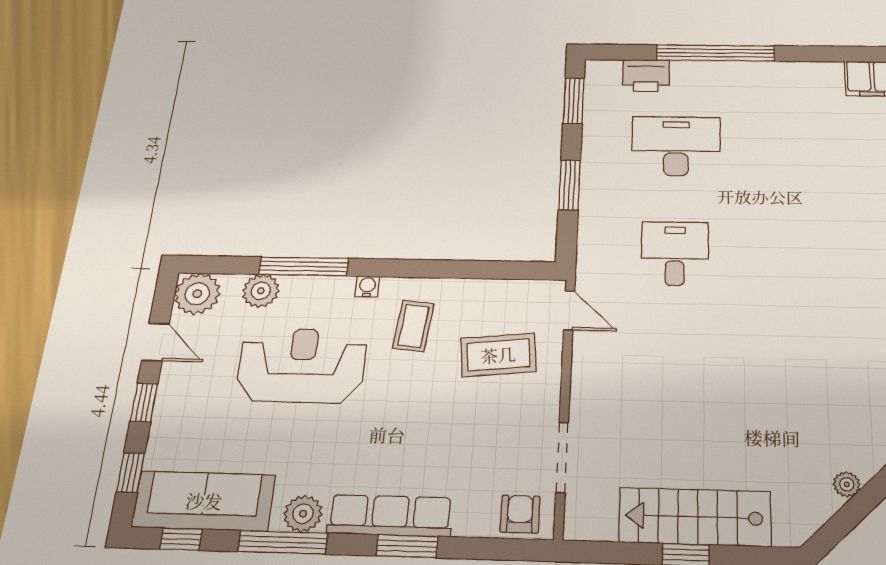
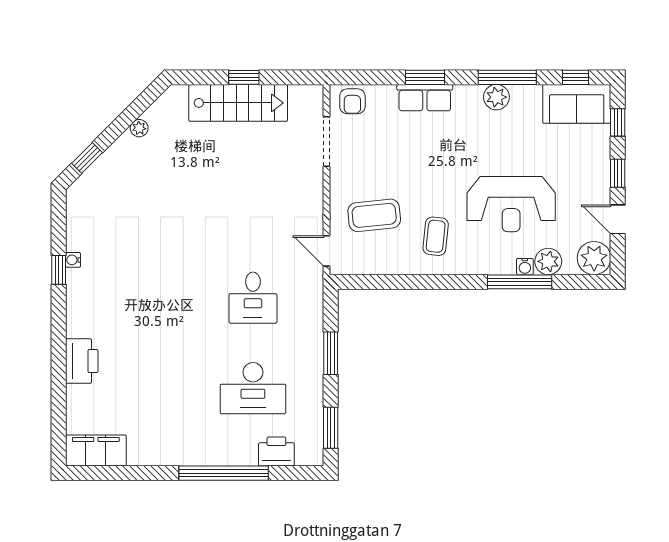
water cooler: (367, 286) -> (525, 267), moved
sofa: (204, 501) -> (577, 104), width x0.73
row of seats: (390, 516) -> (425, 98), width x0.68

